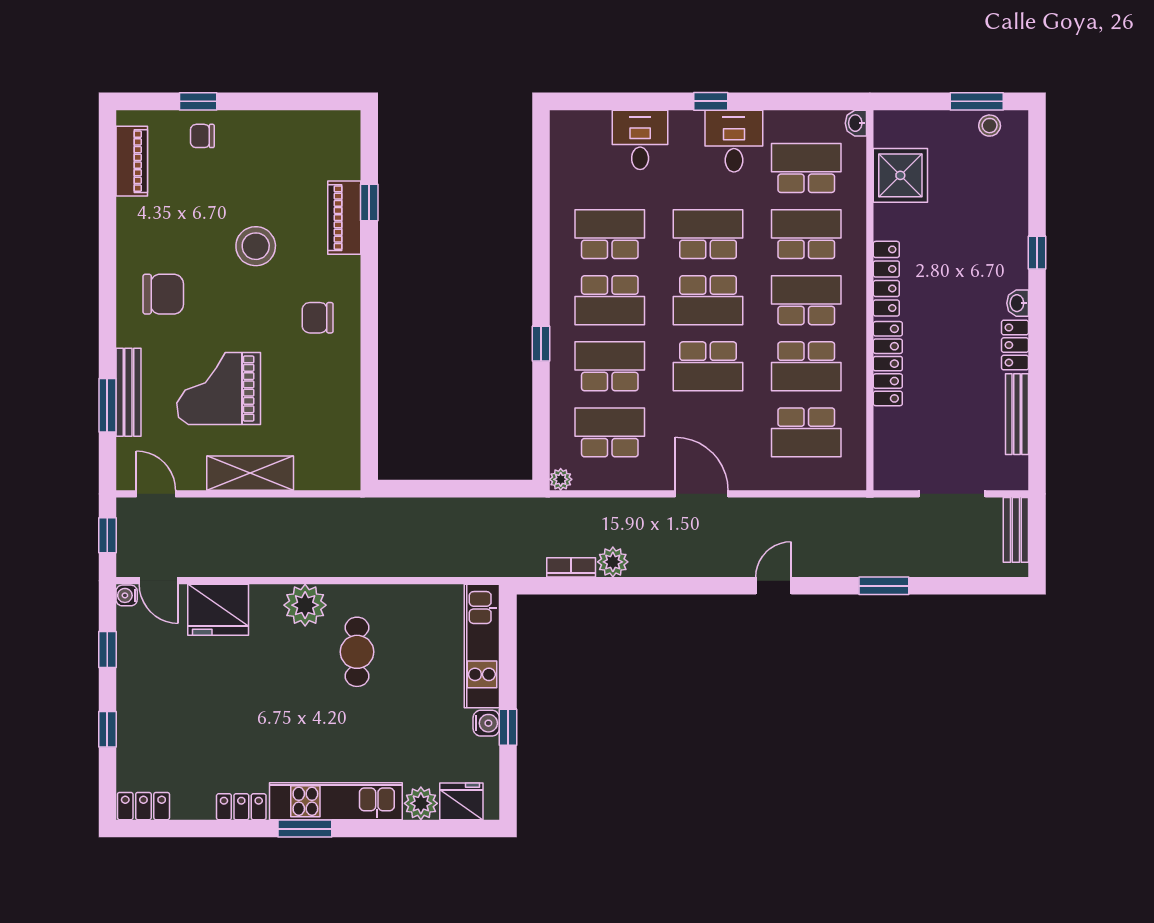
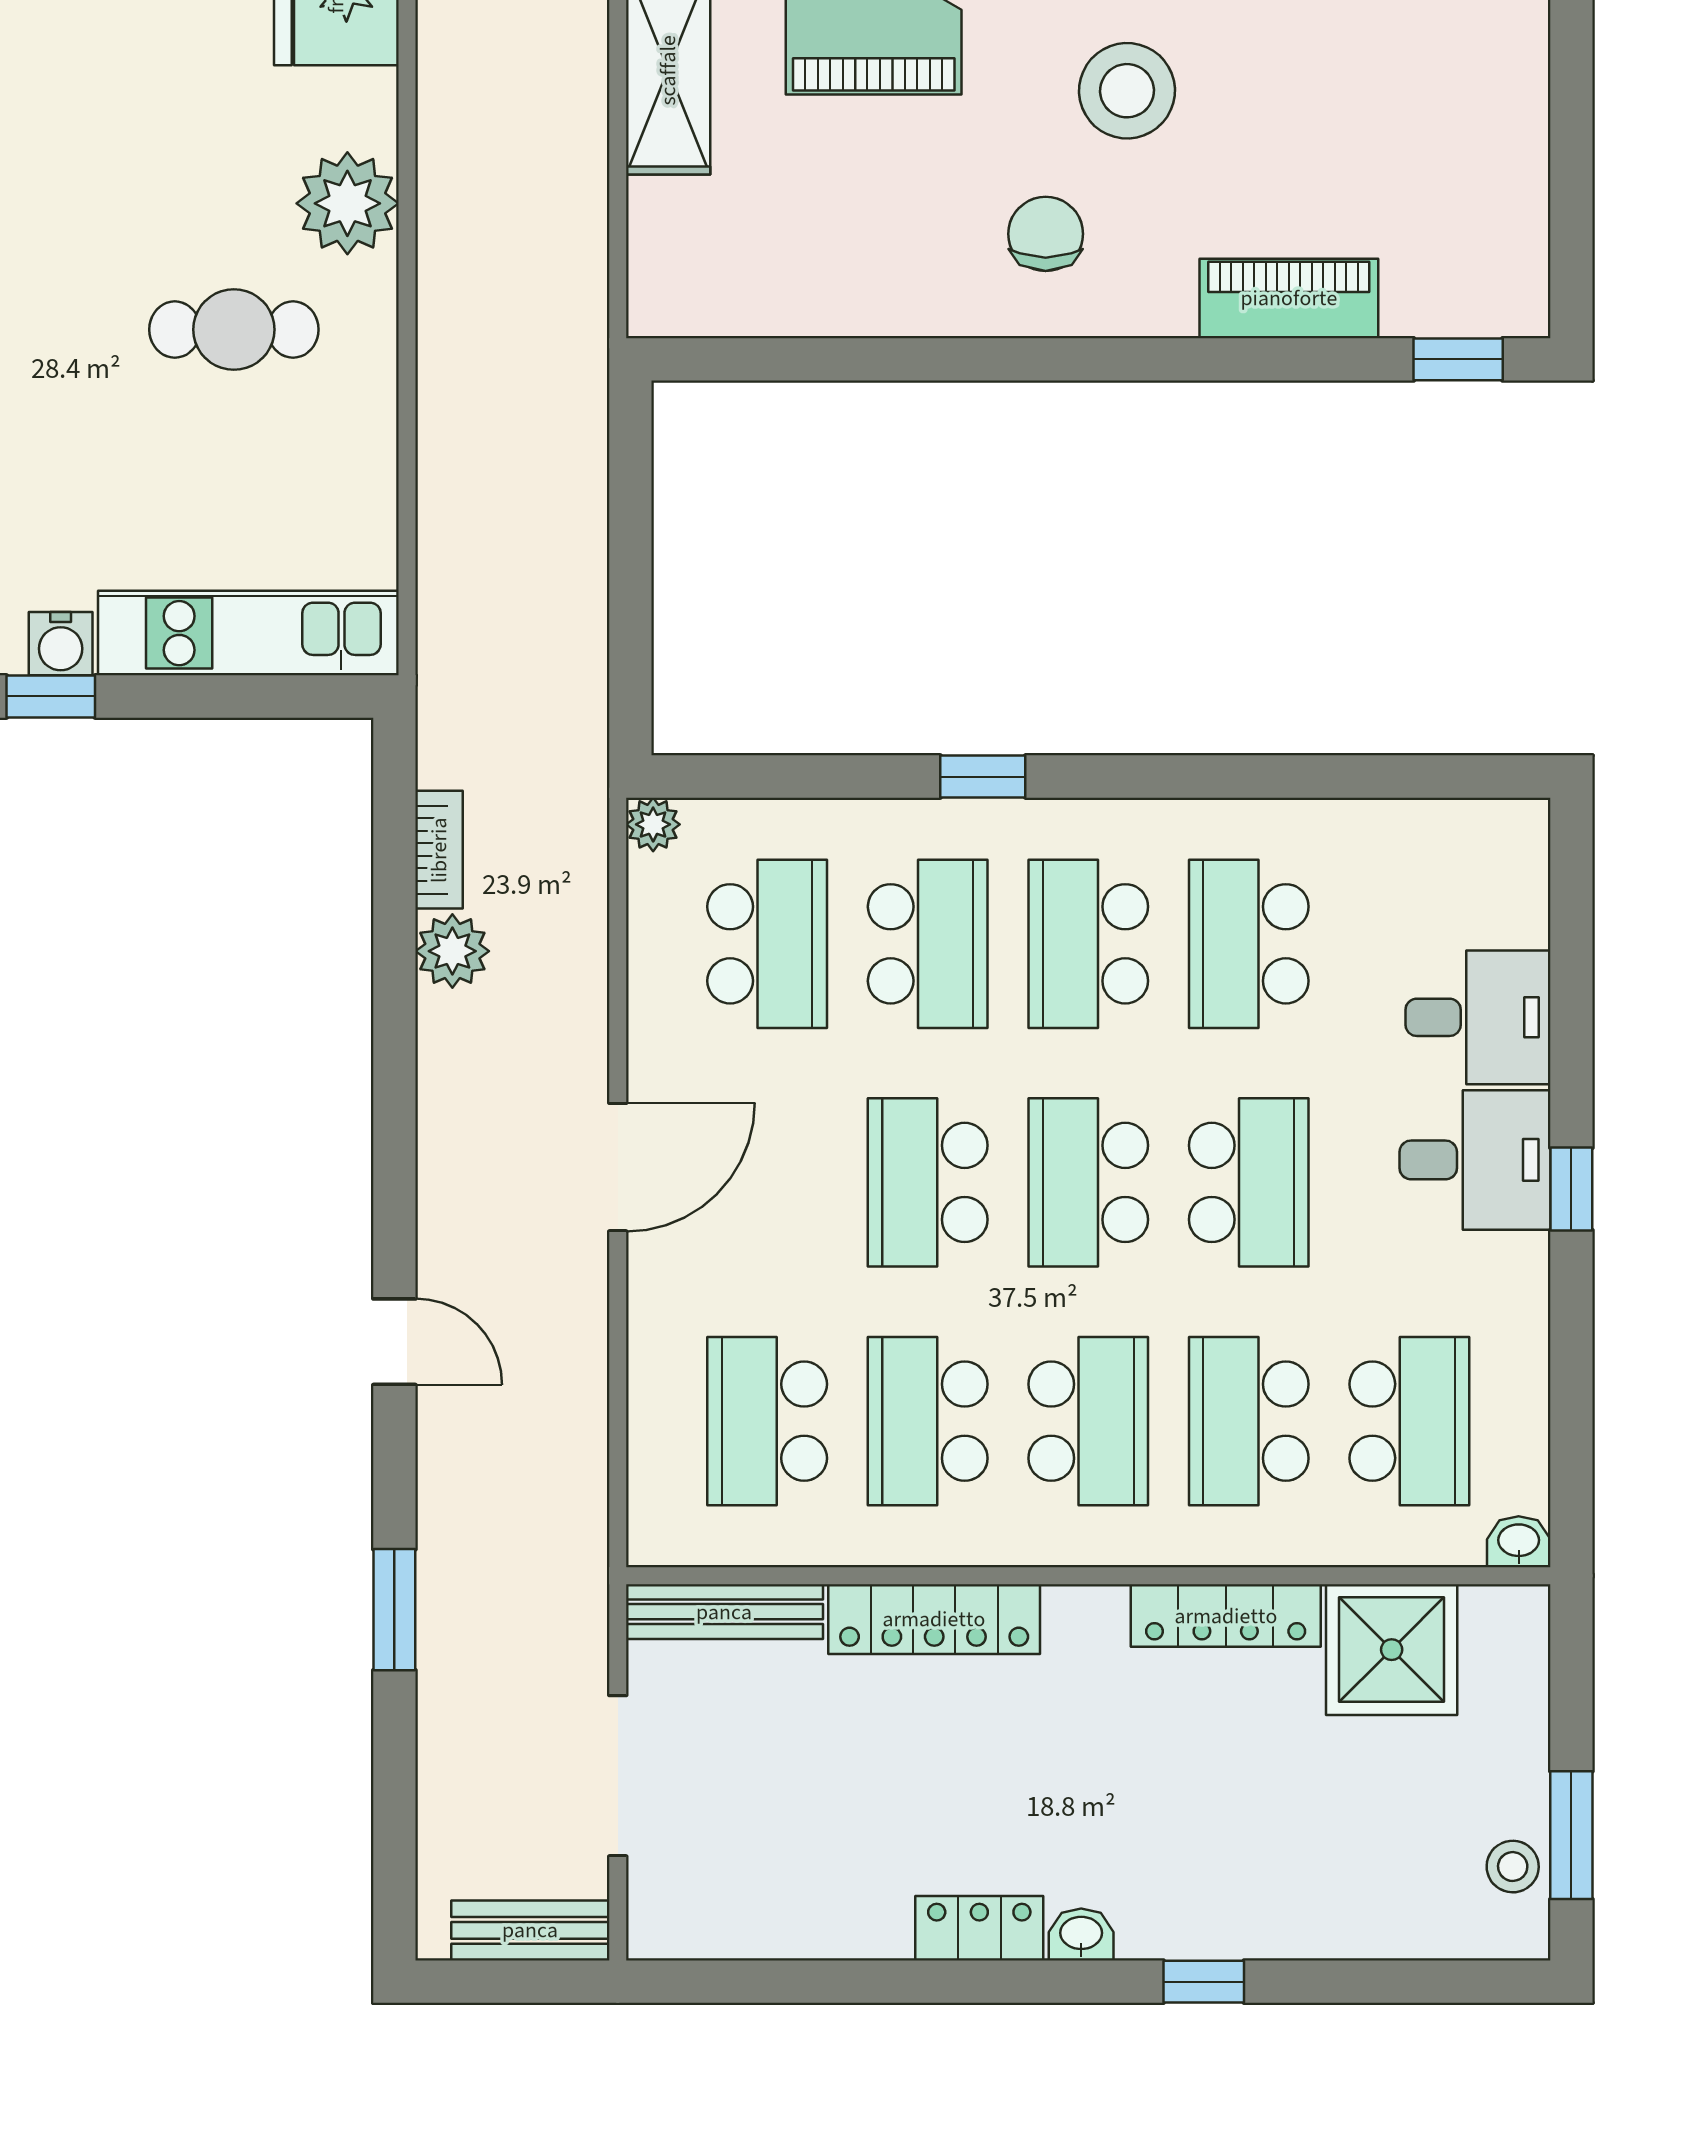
desk: (734, 141) -> (1475, 1160), moved
window: (369, 203) -> (1458, 359), moved
school desk: (610, 234) -> (1249, 944), turned 180
school desk: (806, 234) -> (1249, 1421), turned 180
stool: (256, 246) -> (1127, 91), moved
locker: (886, 279) -> (1226, 1616), moved
bench: (1017, 414) -> (724, 1612), moved

